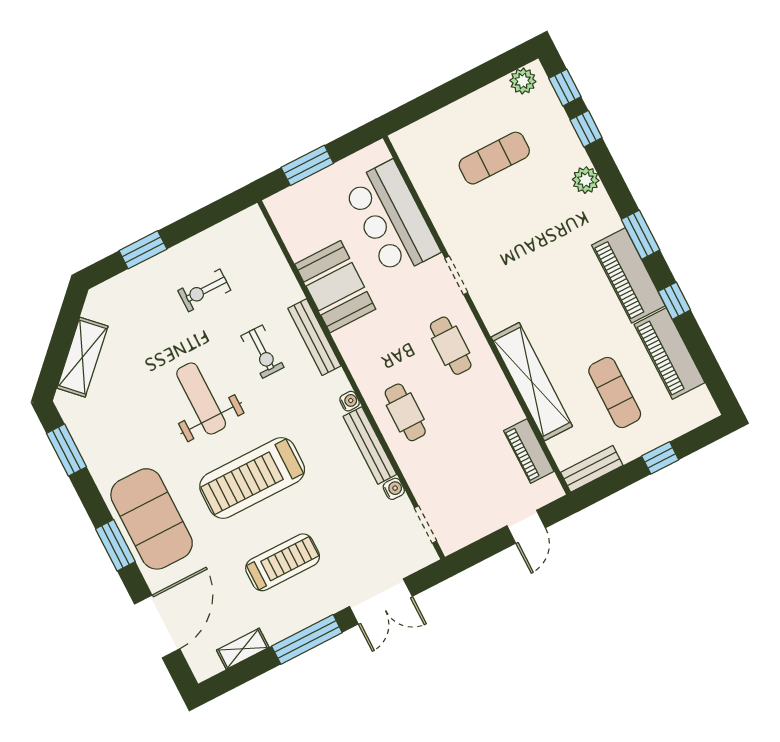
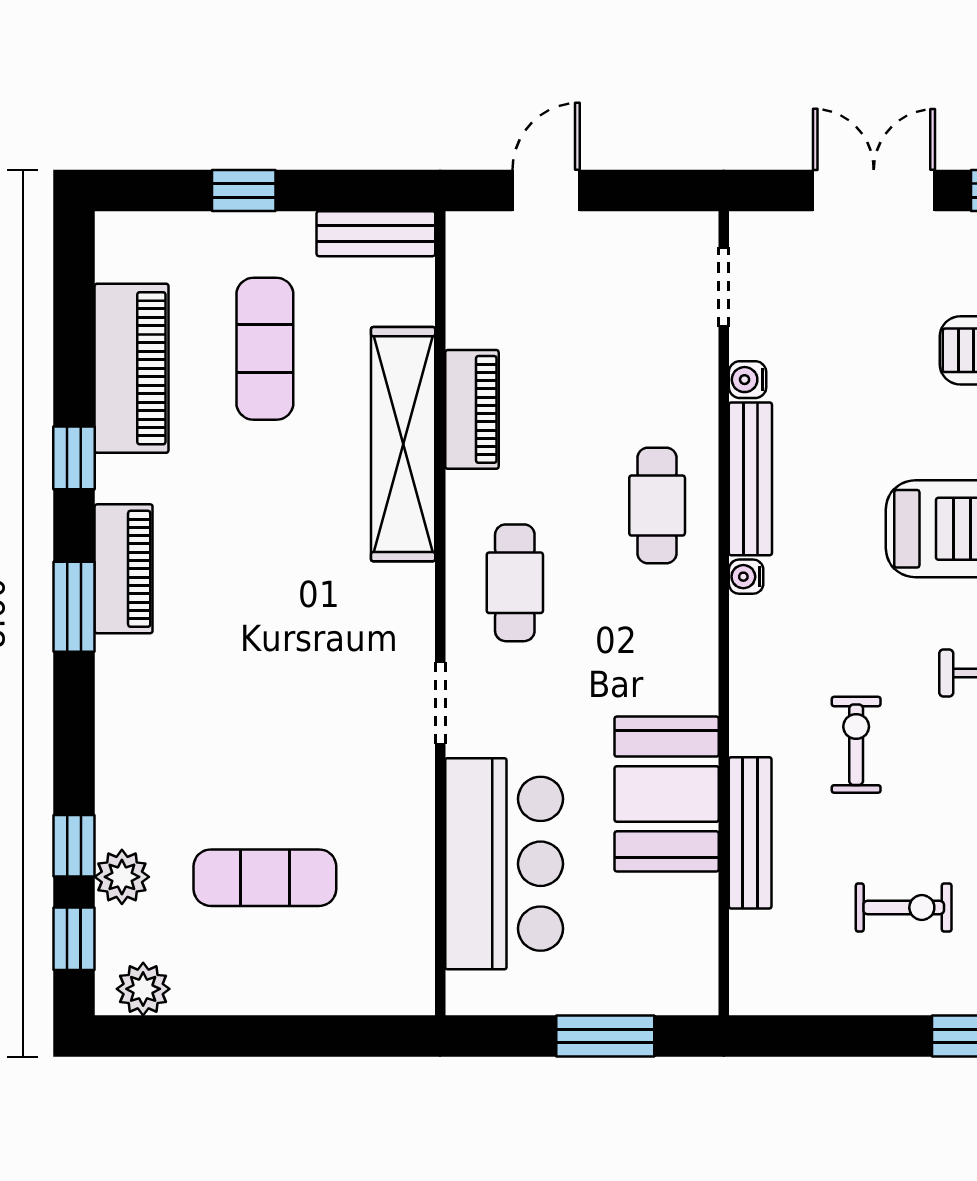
plant: (586, 180) -> (122, 877), moved
piano: (628, 275) -> (124, 569), width x0.73, depth x0.75
bench: (314, 337) -> (750, 833), moved
piano: (529, 451) -> (472, 409), moved

